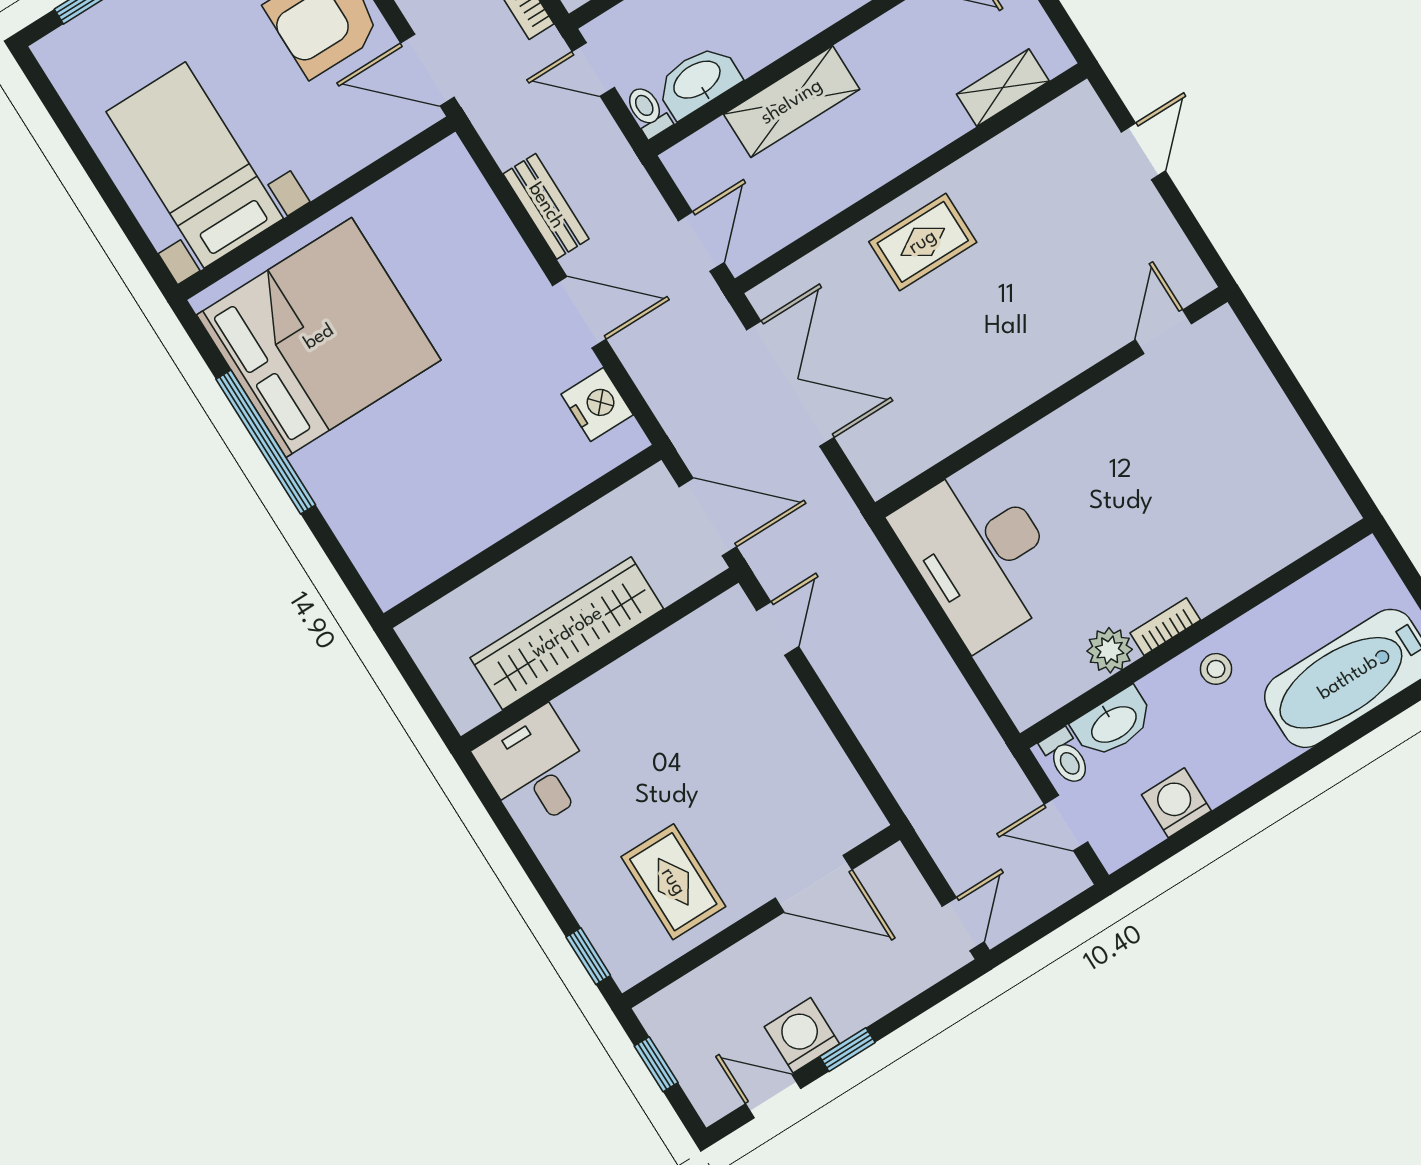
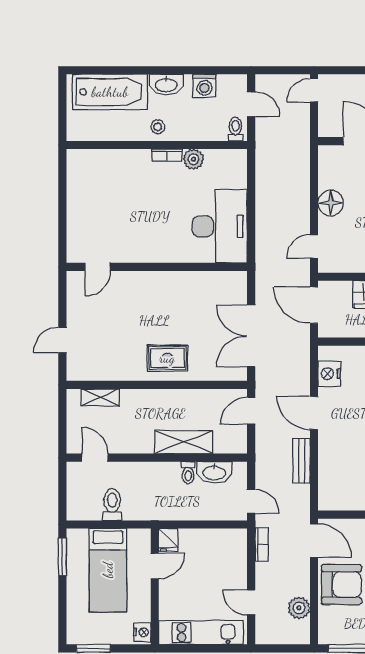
toilet: (648, 111) -> (188, 473), moved
washbasin: (1113, 723) -> (166, 85), moved, turned 180
floor lamp: (797, 730) -> (331, 203), added

